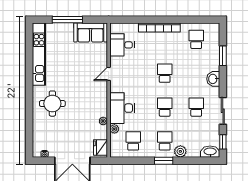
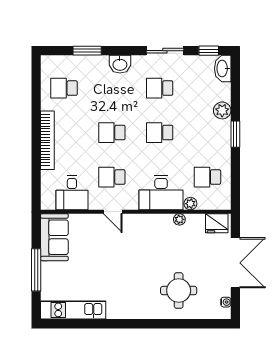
kitchen unit: (39, 54) -> (73, 310), width x0.73
round table: (52, 104) -> (179, 291), moved
school desk: (165, 141) -> (112, 177), moved

